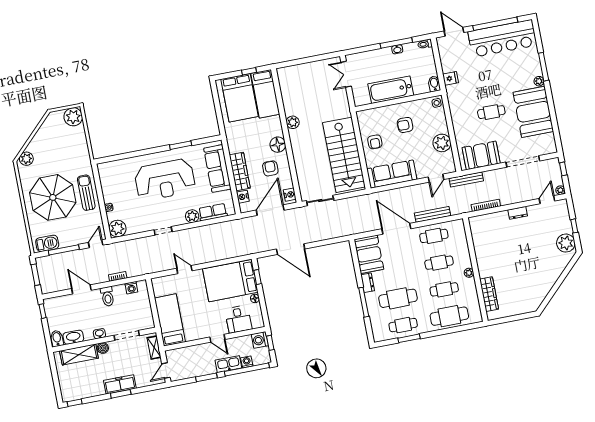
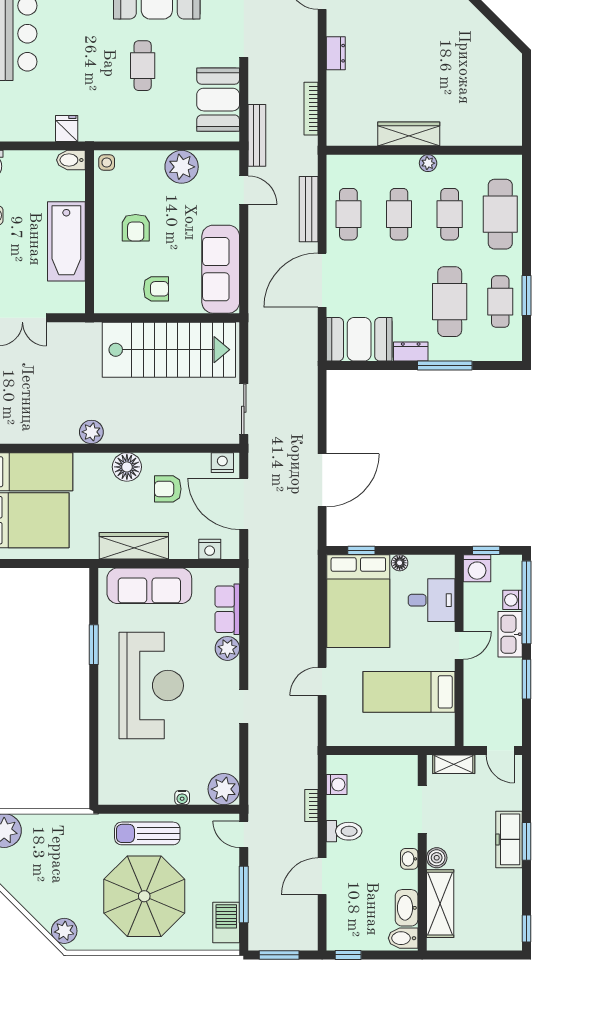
wardrobe: (240, 172) -> (134, 546), moved
wardrobe: (489, 294) -> (409, 134), moved
bed: (170, 320) -> (409, 692), moved

